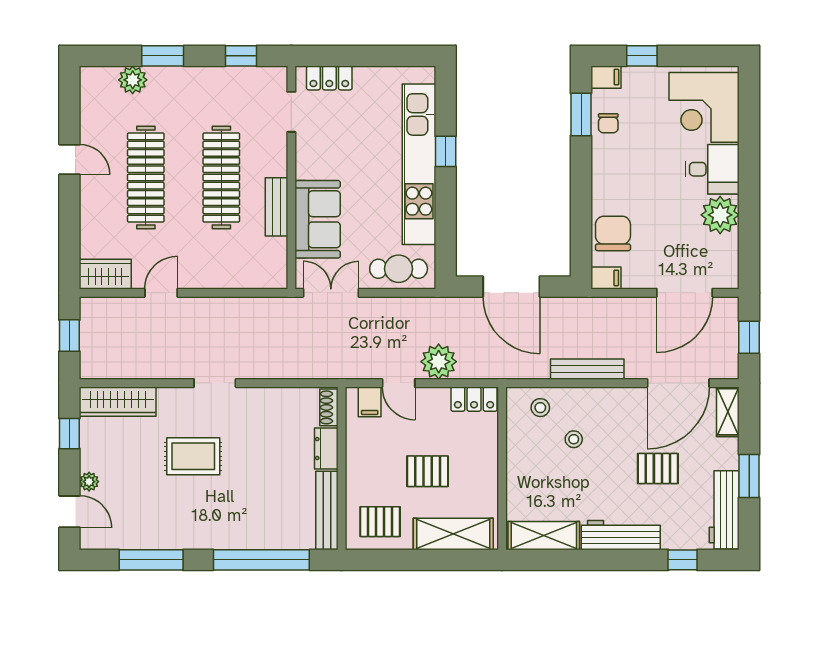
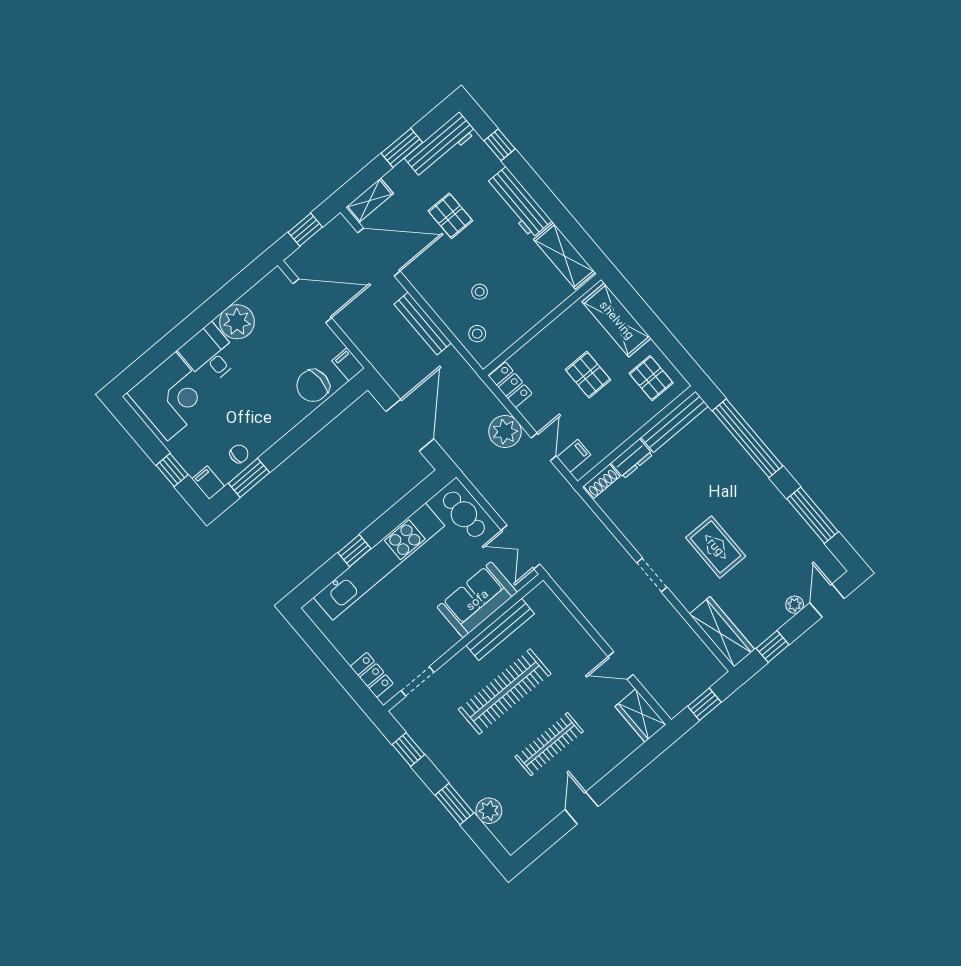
clothes rail: (146, 177) -> (549, 744), width x0.73, depth x0.76
bench: (276, 207) -> (500, 629), width x1.36

